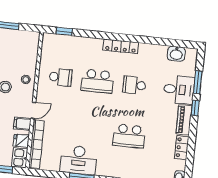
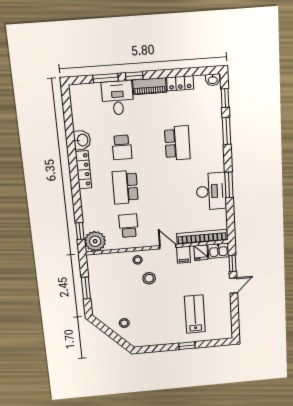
plant: (52, 43) -> (95, 241), added
washbasin: (176, 54) -> (82, 140), moved
school desk: (97, 81) -> (125, 187), turned 180

